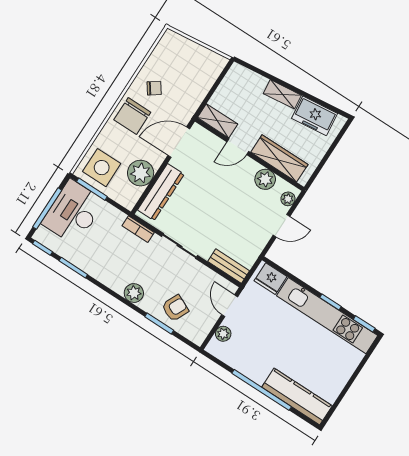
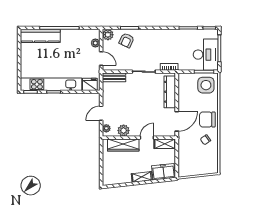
chair: (132, 116) -> (207, 119), turned -90
freezer: (315, 116) -> (163, 172), moved
plant: (141, 173) -> (186, 95), removed
plant: (134, 293) -> (108, 35), moved

